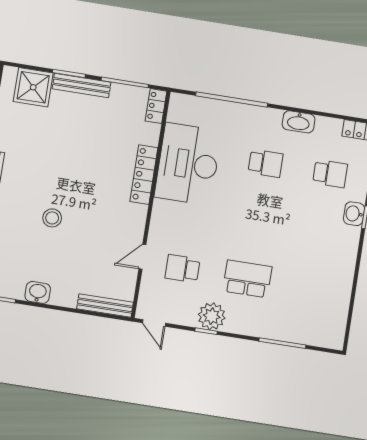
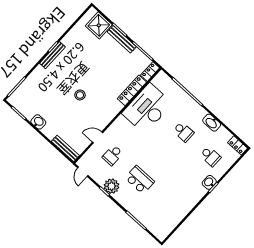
locker: (144, 174) -> (132, 90), moved
stool: (52, 218) -> (80, 95), moved
school desk: (182, 269) -> (113, 155), turned -90

